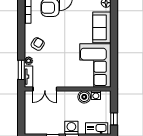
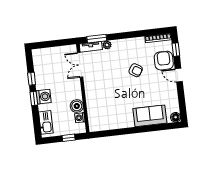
armchair: (38, 44) -> (136, 70), moved
corner sofa: (95, 65) -> (110, 114), removed
window: (114, 119) -> (69, 138), moved

